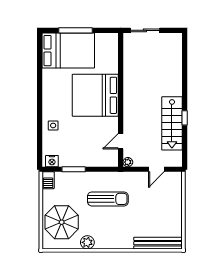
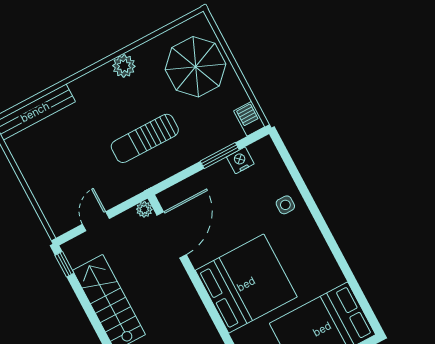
window: (185, 118) -> (64, 264), moved
door: (121, 141) -> (172, 235), width x1.88
nightstand: (52, 161) -> (240, 160), moved
plant: (87, 242) -> (124, 66), moved

